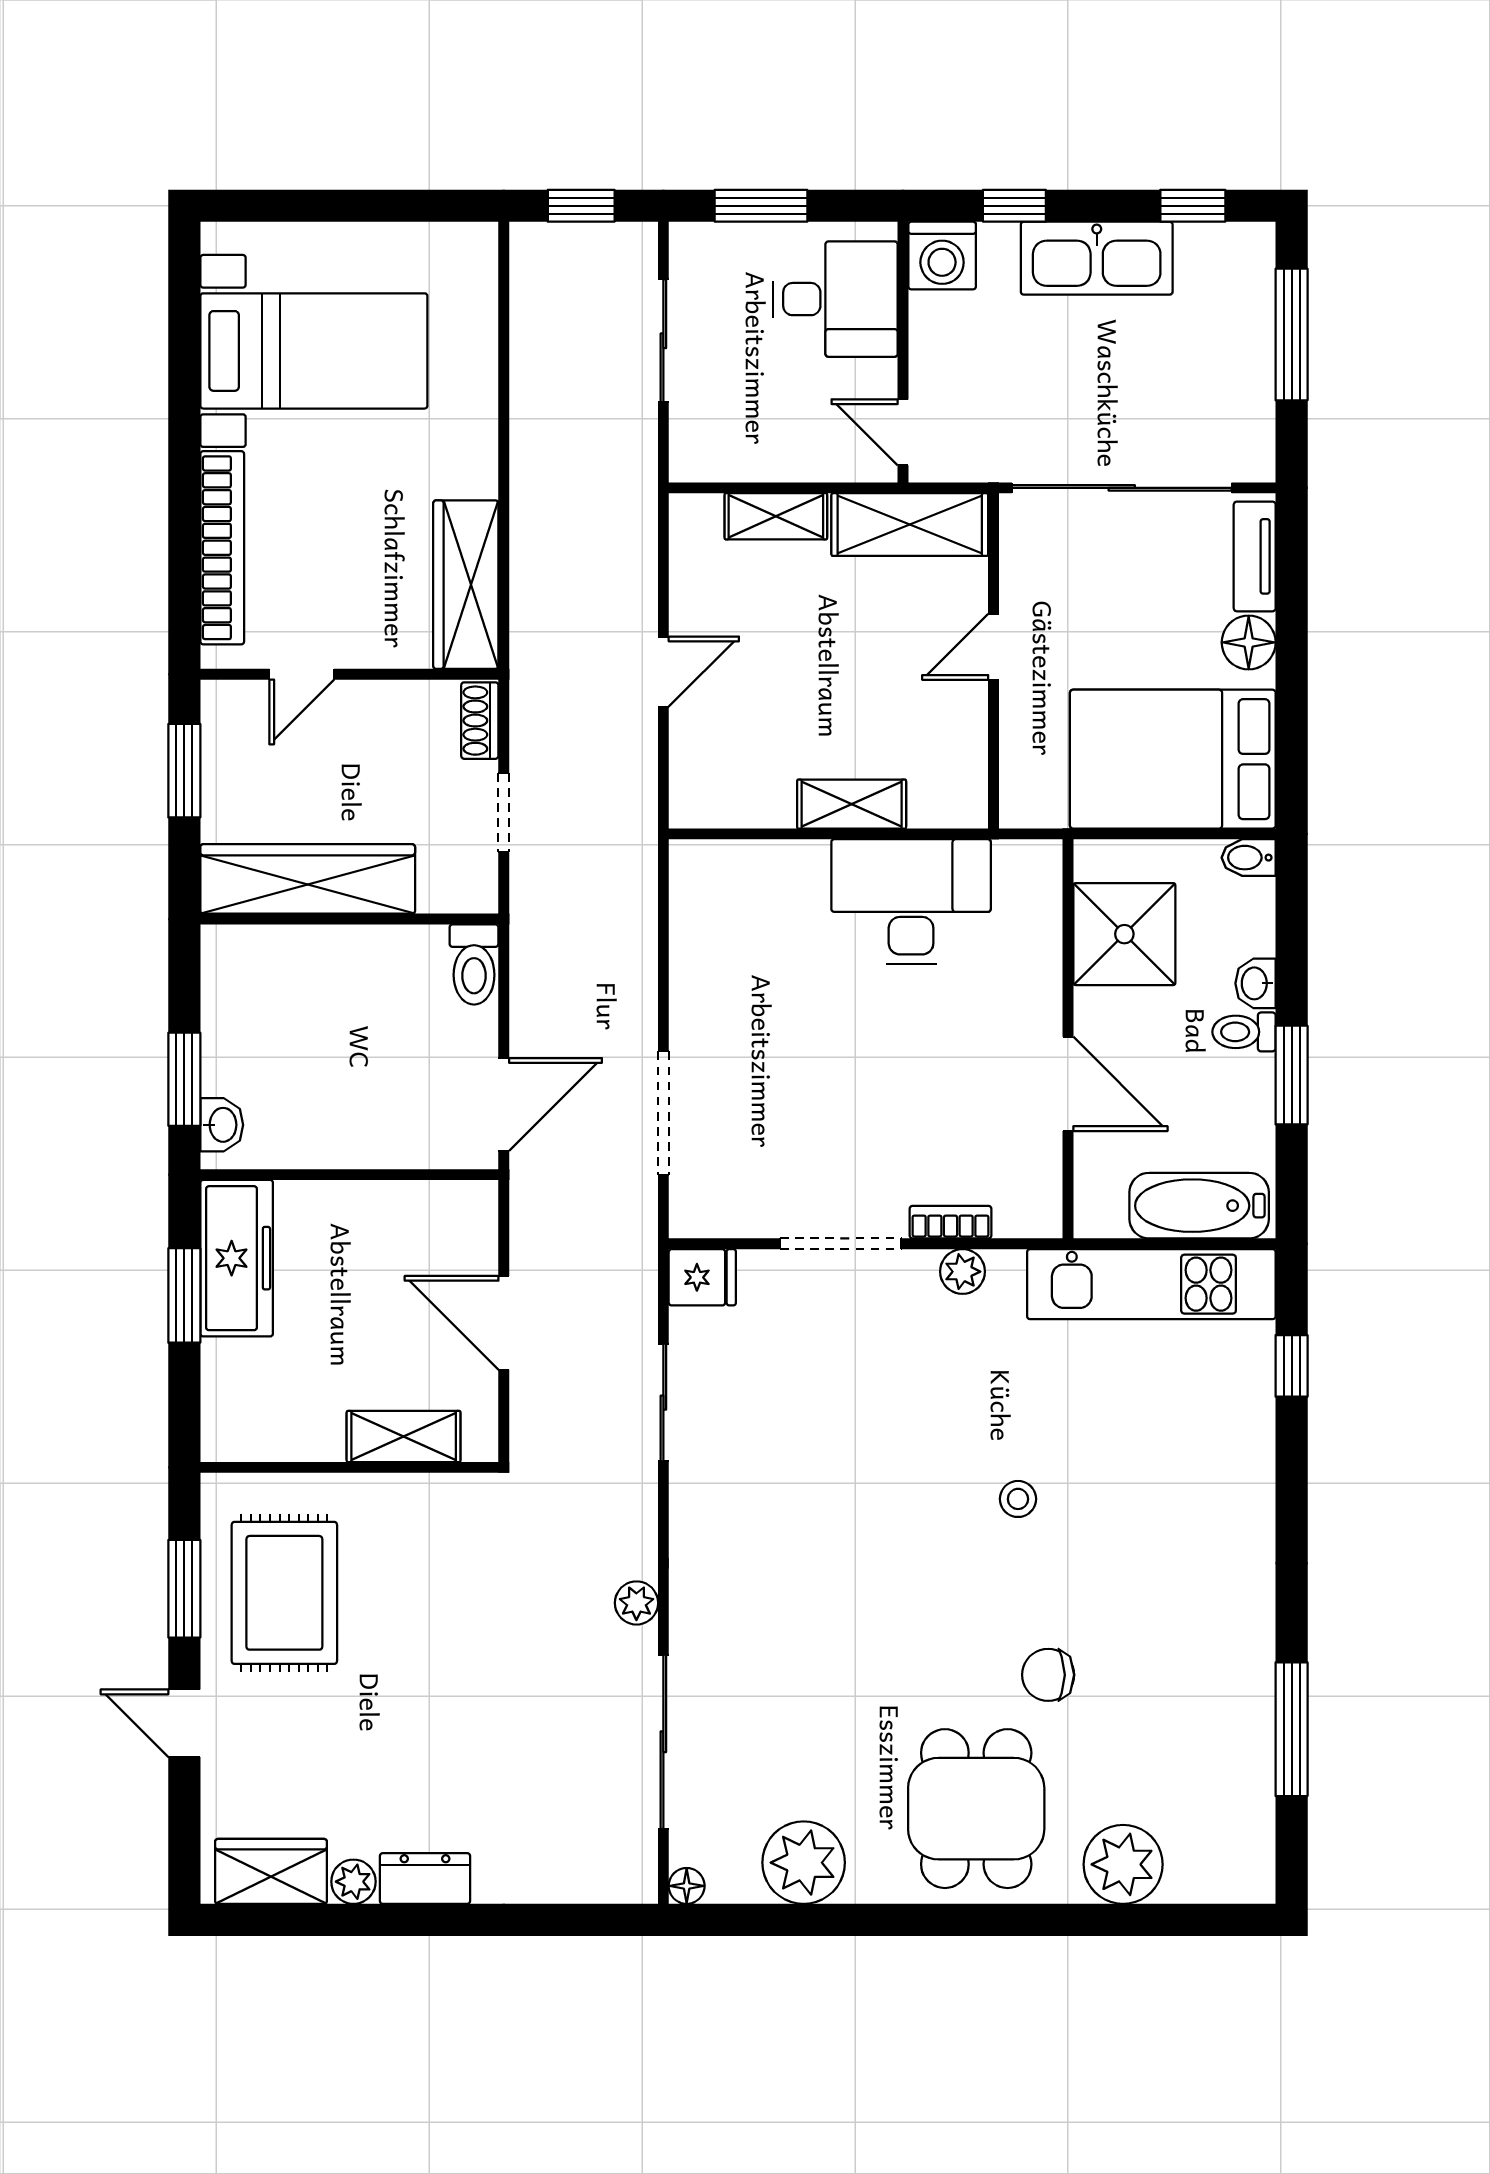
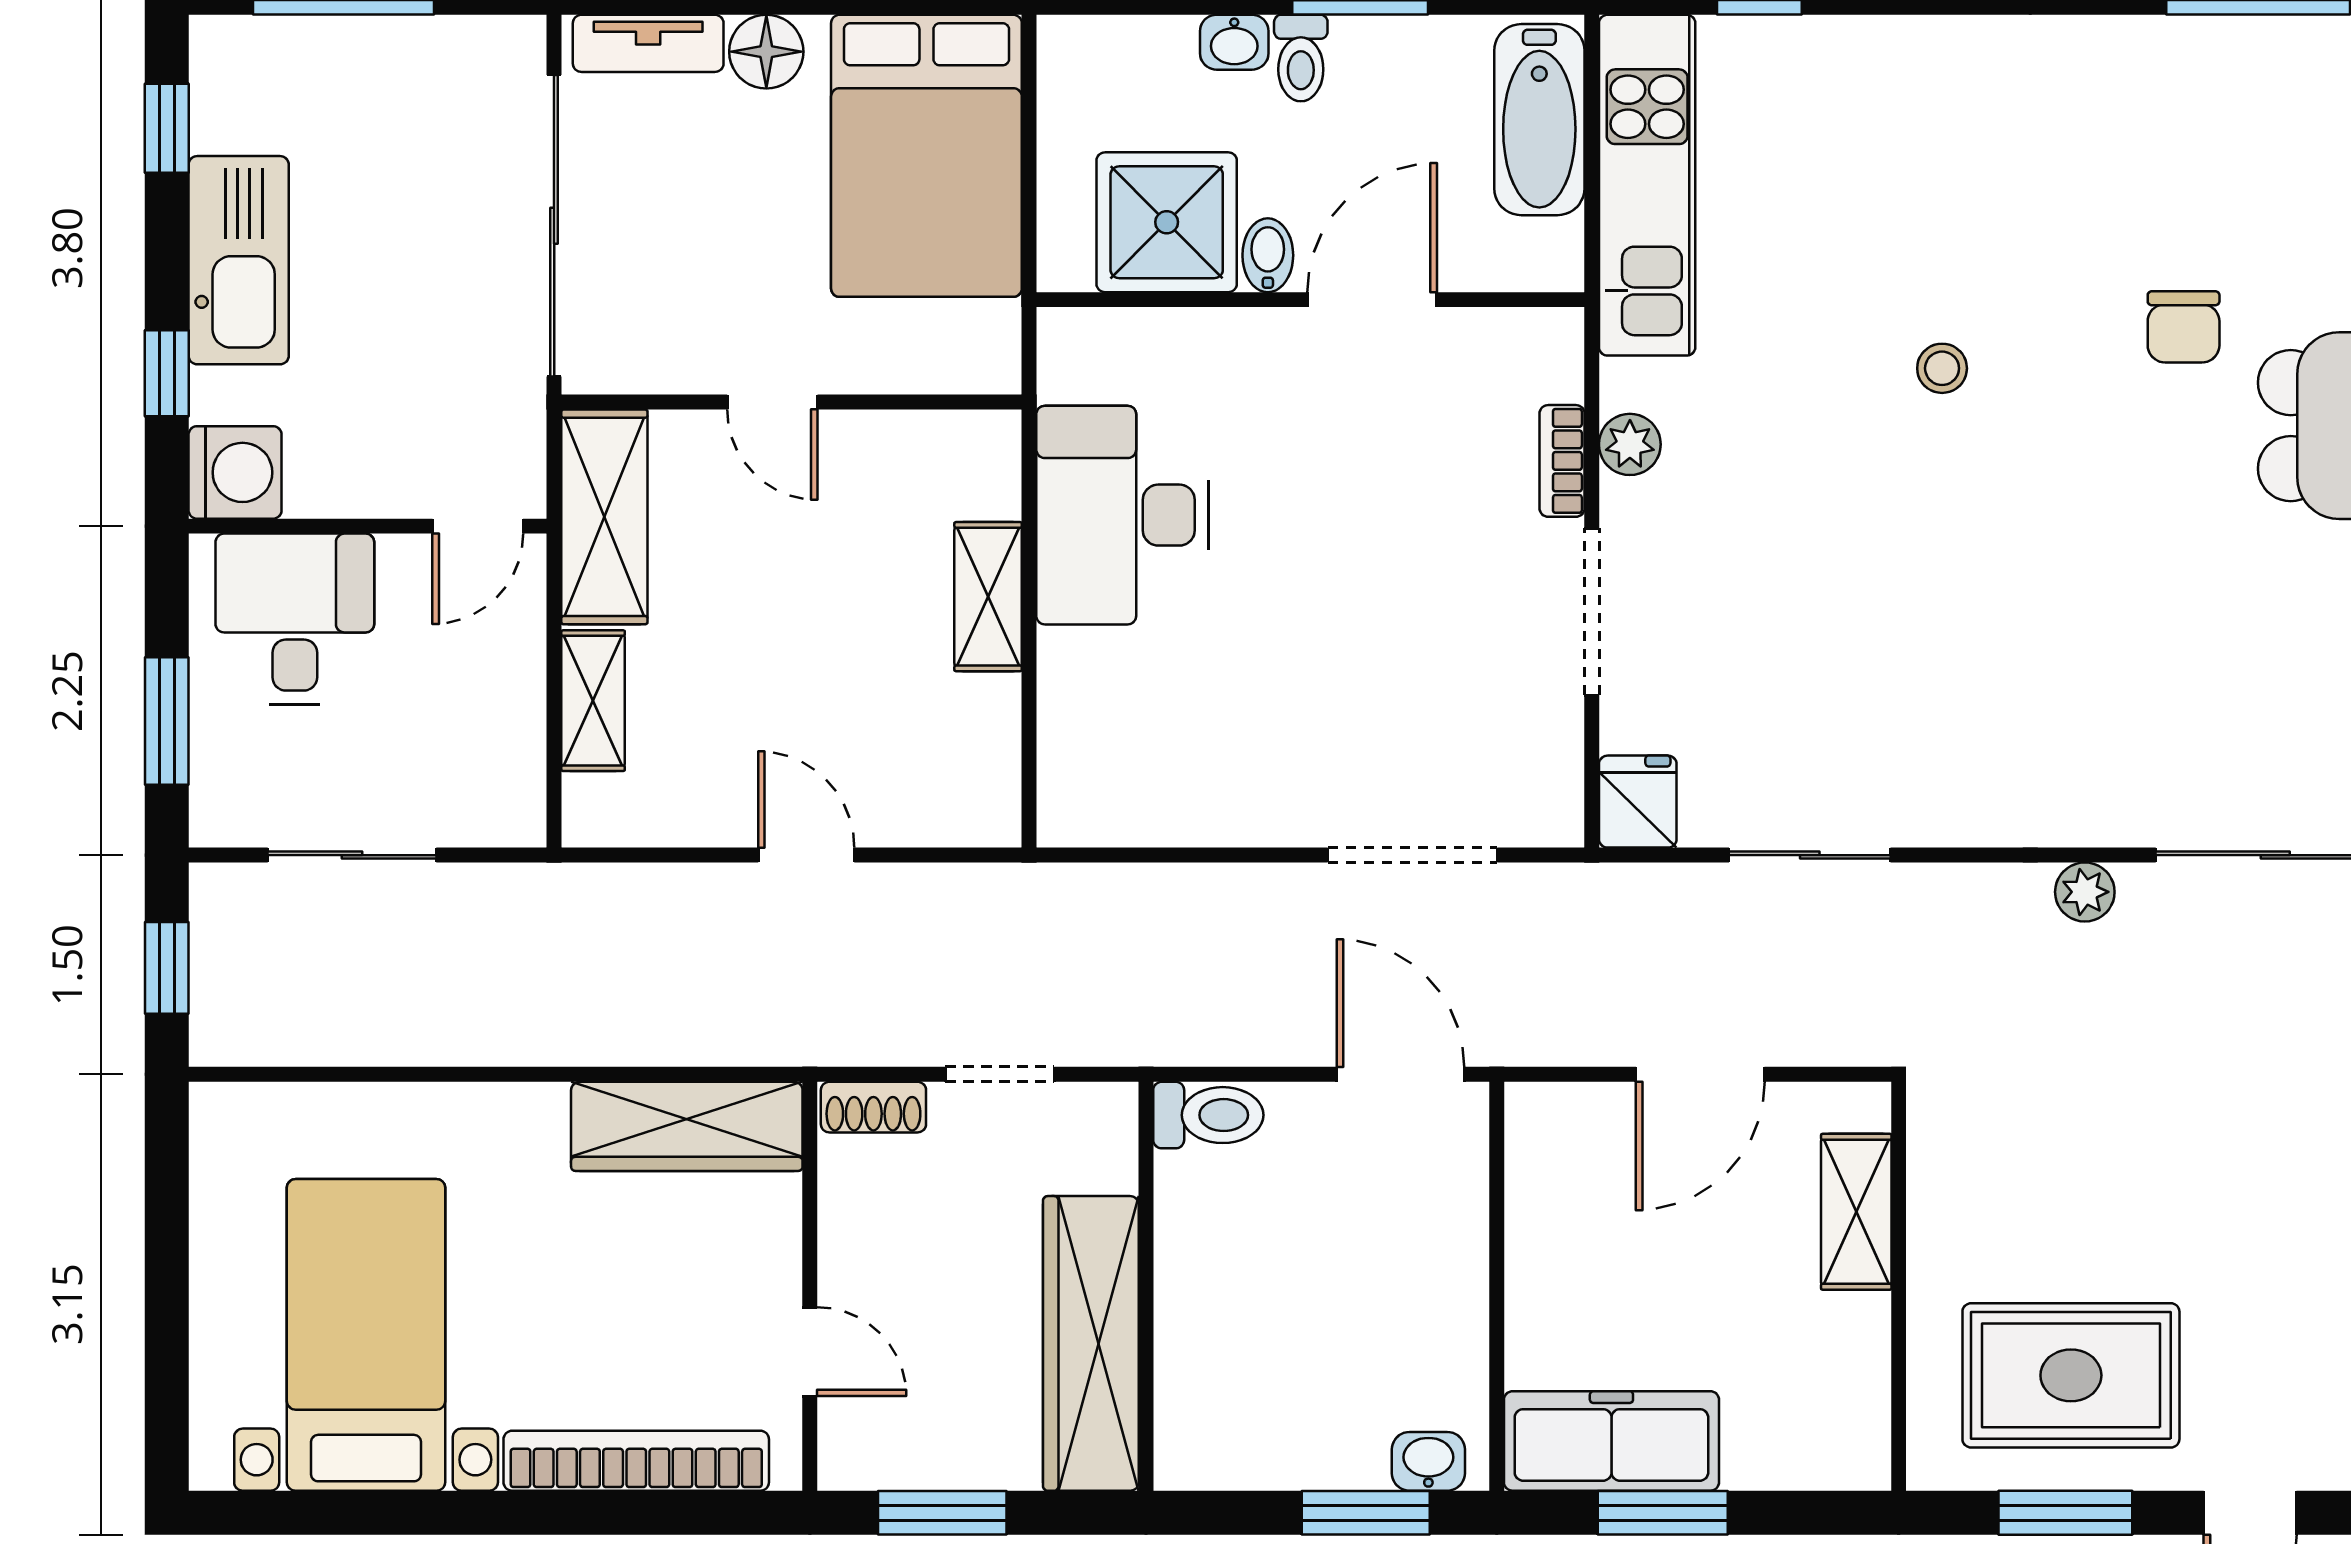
bidet: (1249, 858) -> (1268, 255), moved, turned 180

